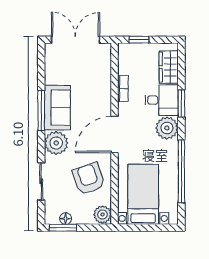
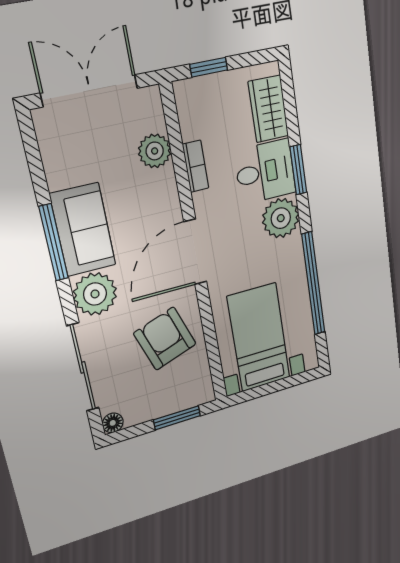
sliding door: (41, 181) -> (83, 367), width x1.37
plant: (102, 215) -> (155, 151), moved
floor lamp: (66, 219) -> (113, 423), moved
window: (63, 228) -> (177, 418), moved

